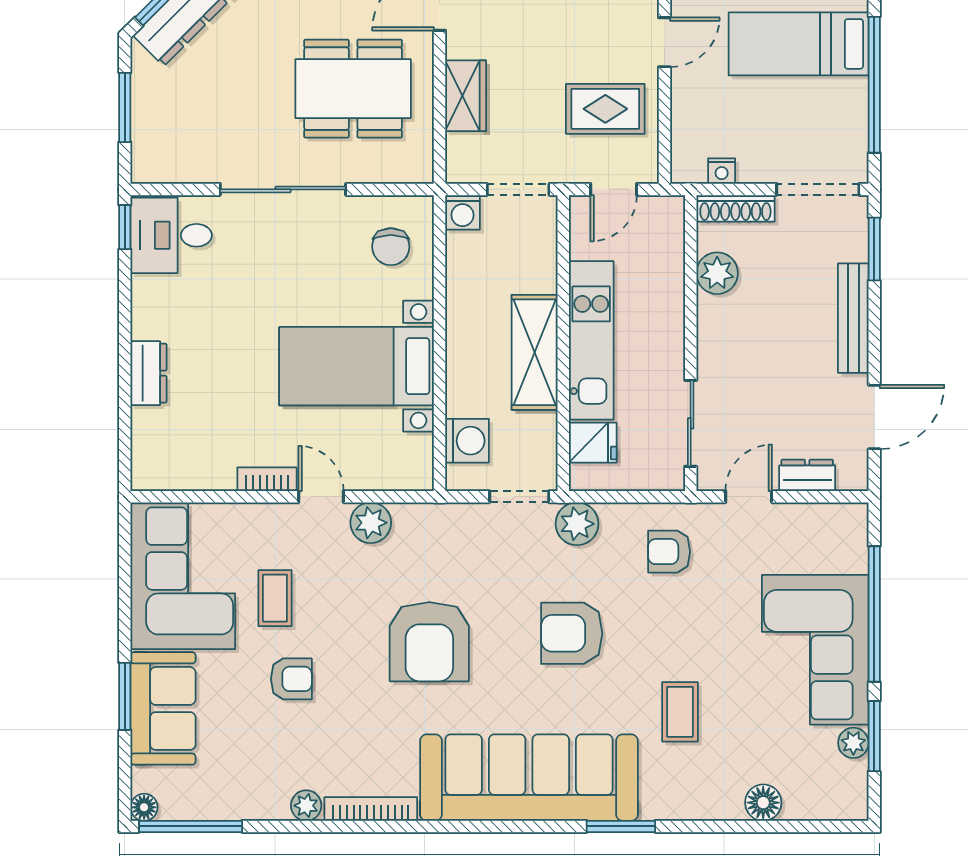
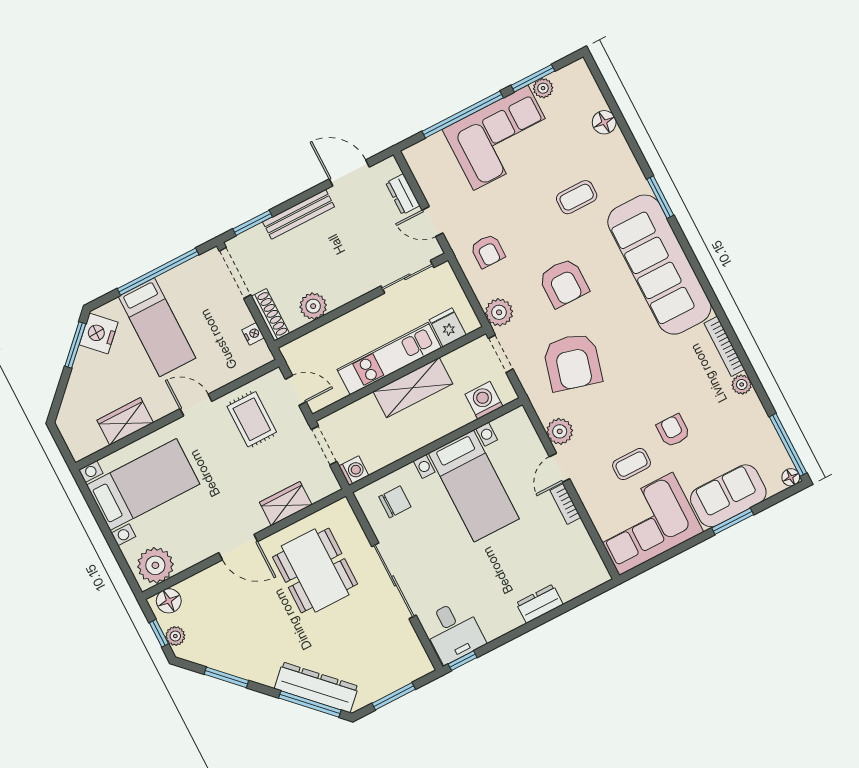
armchair: (429, 642) -> (573, 362), moved, turned 105

